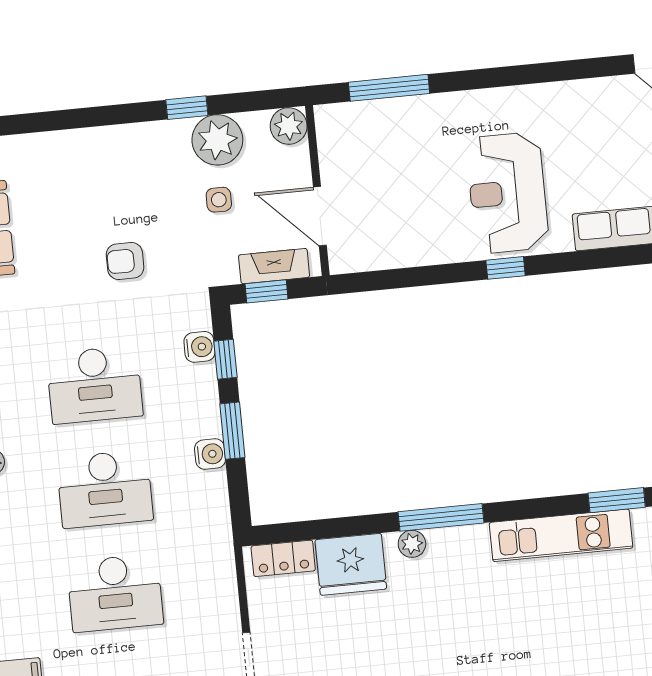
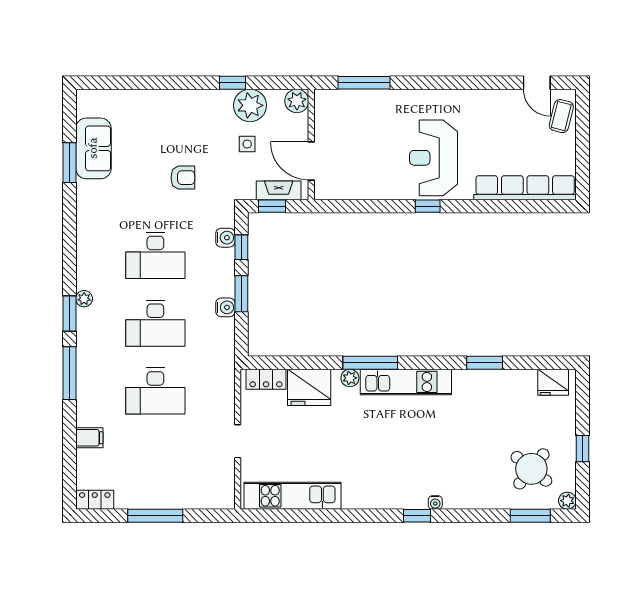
armchair: (125, 261) -> (183, 178), turned 180
kitchen unit: (561, 535) -> (406, 382), moved

